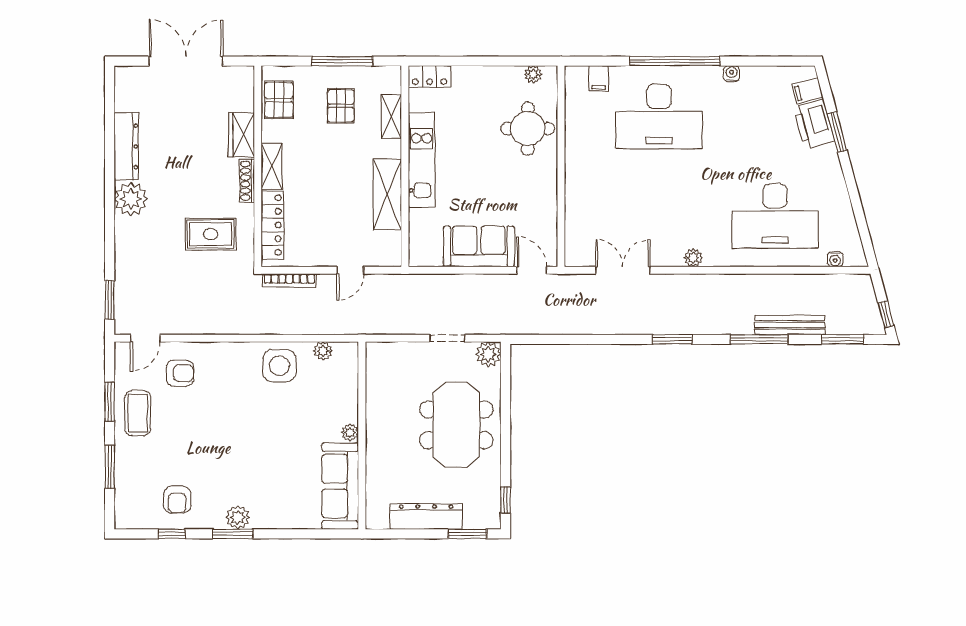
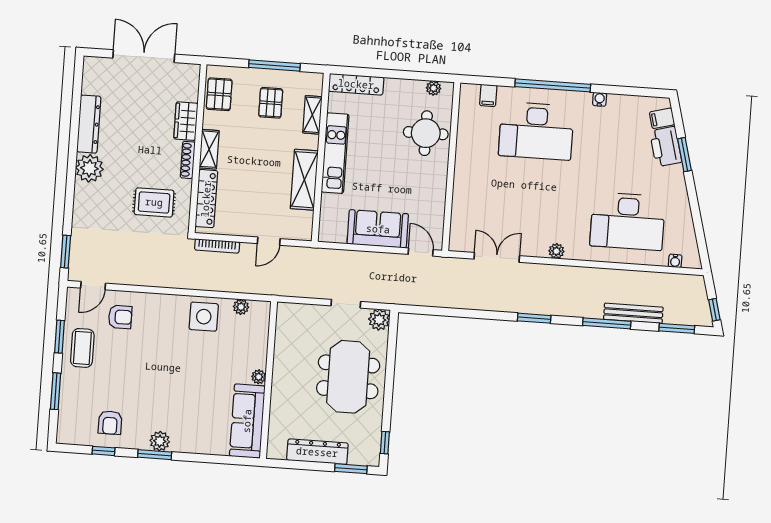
locker: (430, 76) -> (356, 84), width x1.53

